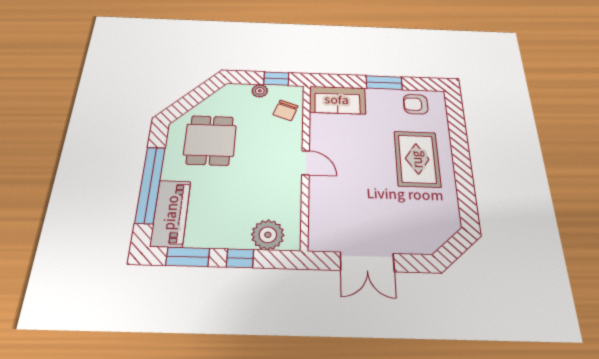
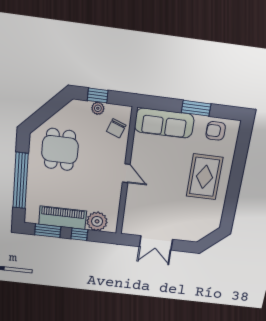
window: (276, 79) -> (98, 95), moved
sofa: (337, 100) -> (164, 123), width x1.36
piano: (171, 213) -> (63, 218), moved, turned -90

